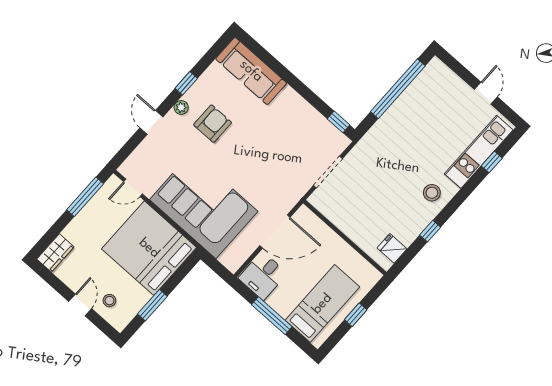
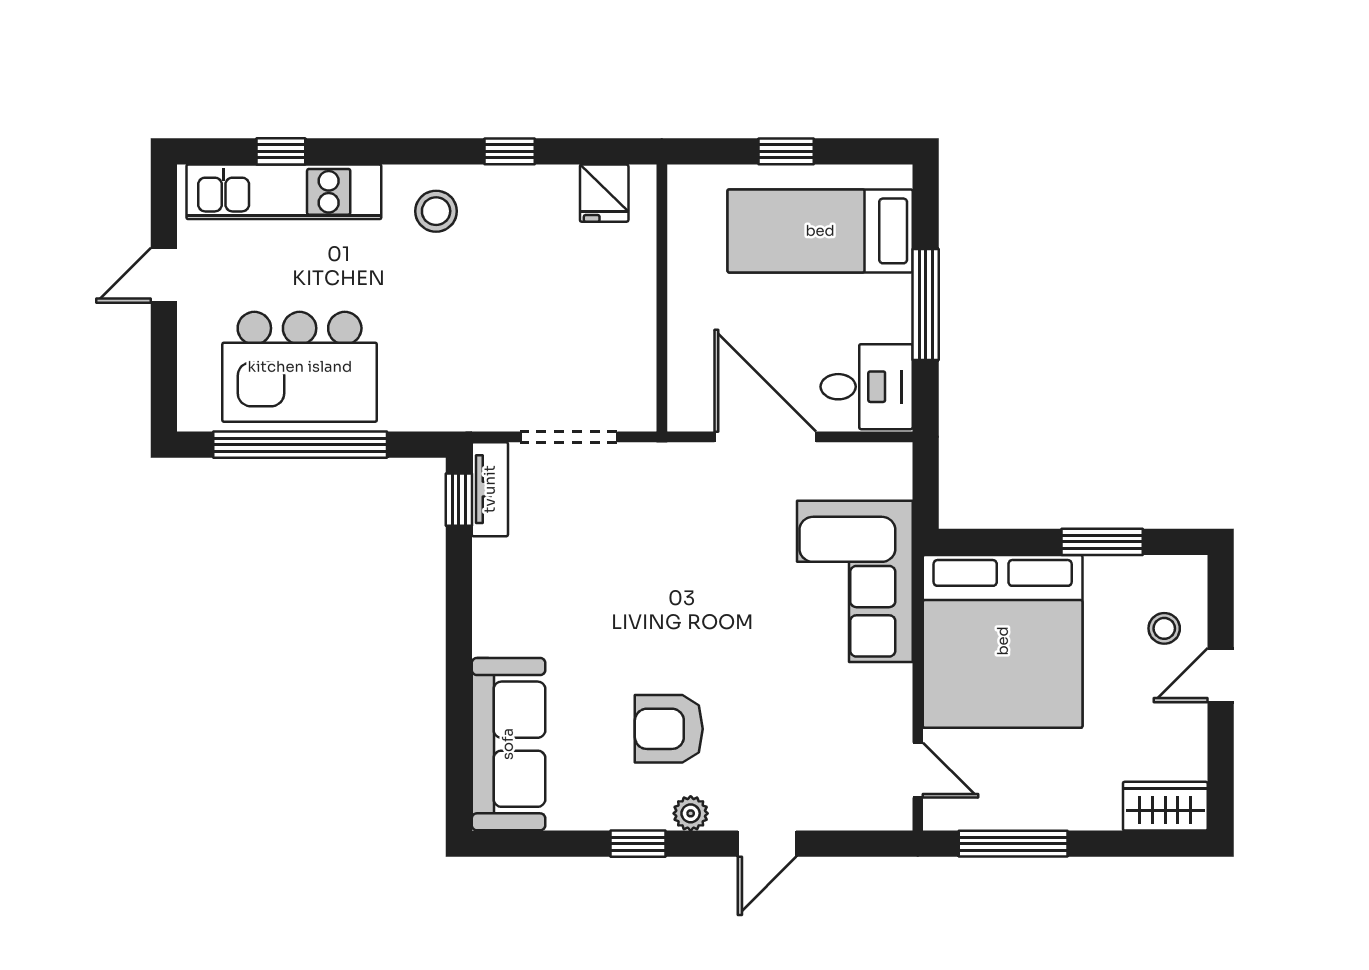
kitchen island: (422, 110) -> (300, 367), added
tv unit: (333, 134) -> (490, 489), added
corner sofa: (204, 206) -> (855, 581), width x0.73, depth x0.74

